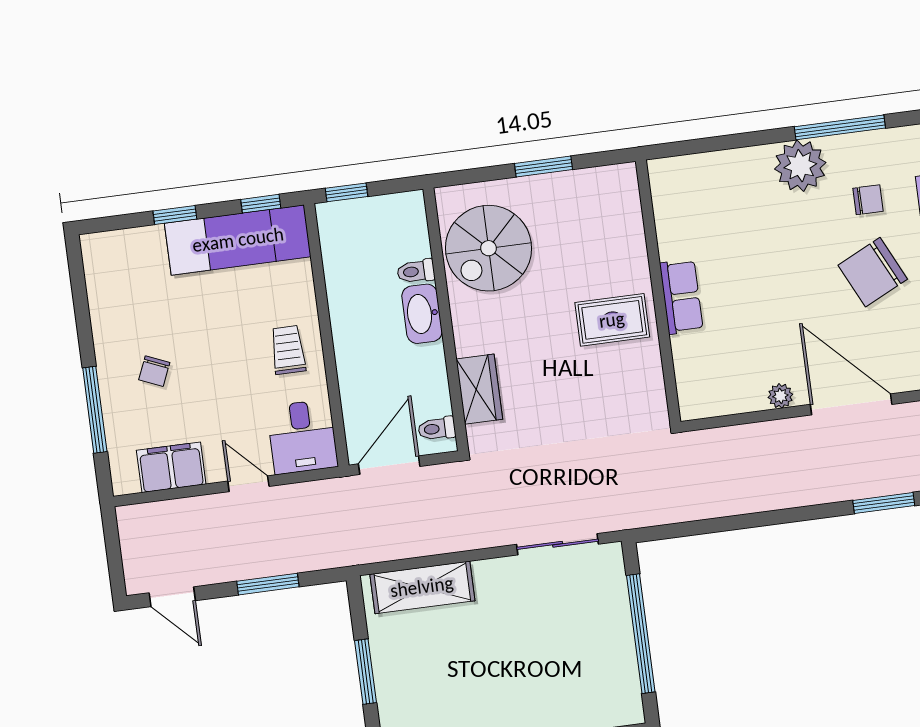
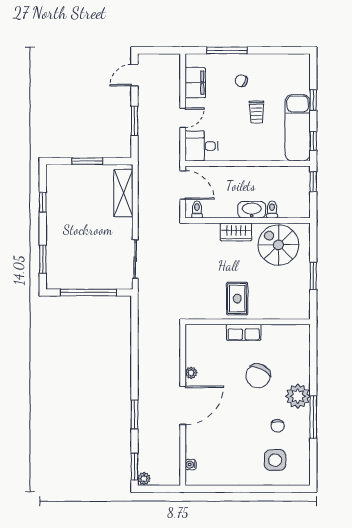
chair: (873, 272) -> (258, 376), moved, turned -128
trolley: (288, 350) -> (257, 112), moved, turned 89
wardrobe: (479, 389) -> (236, 232), moved

